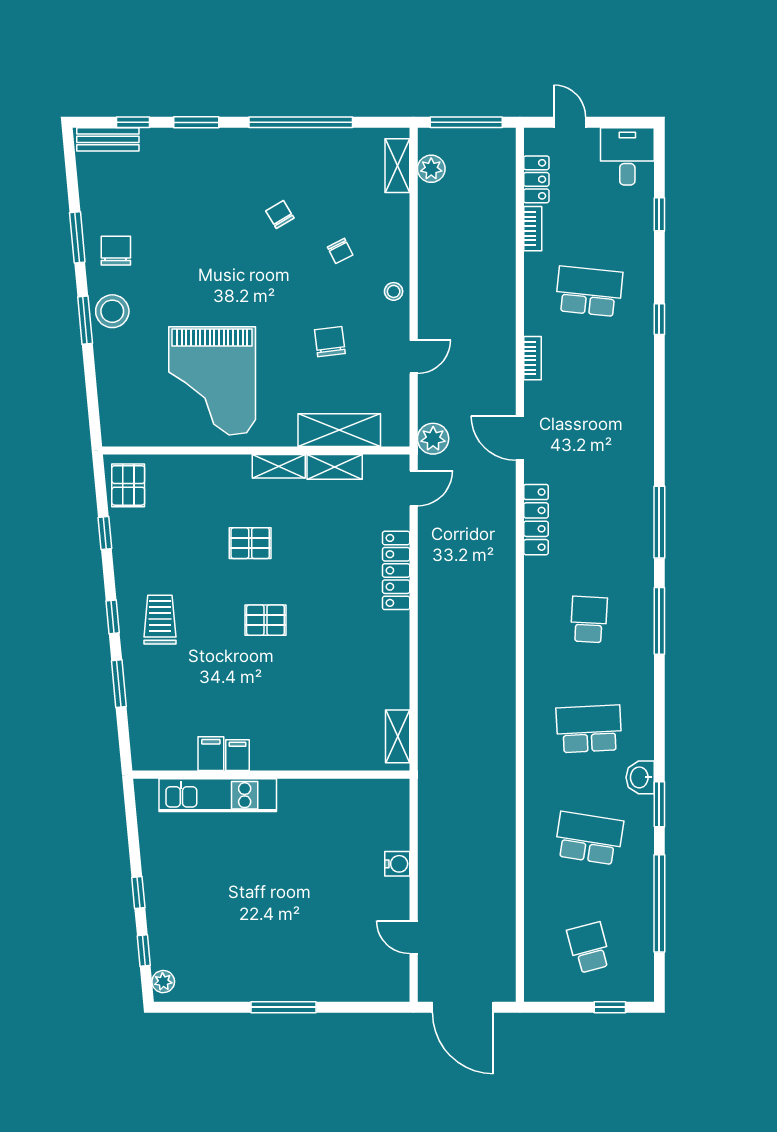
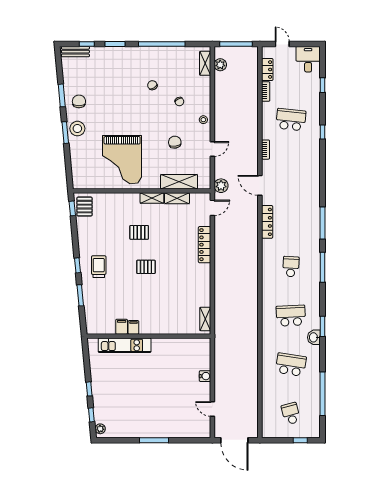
window: (105, 533) -> (72, 208), moved
window: (659, 804) -> (322, 326), moved

